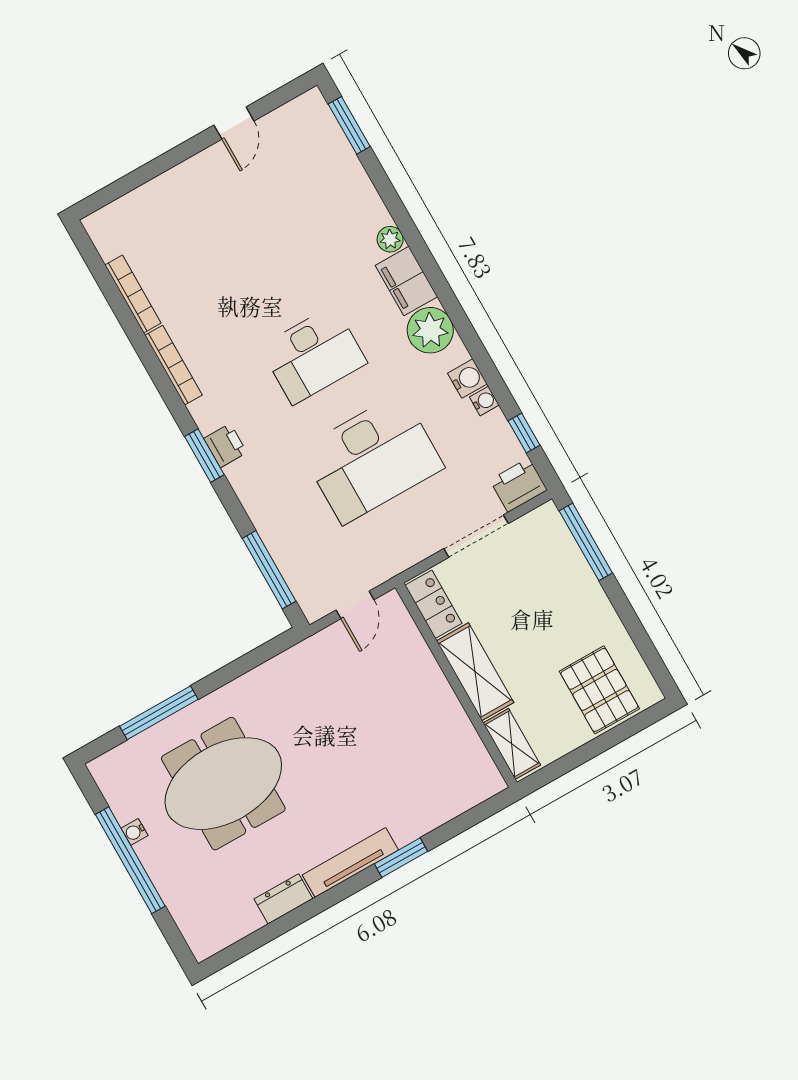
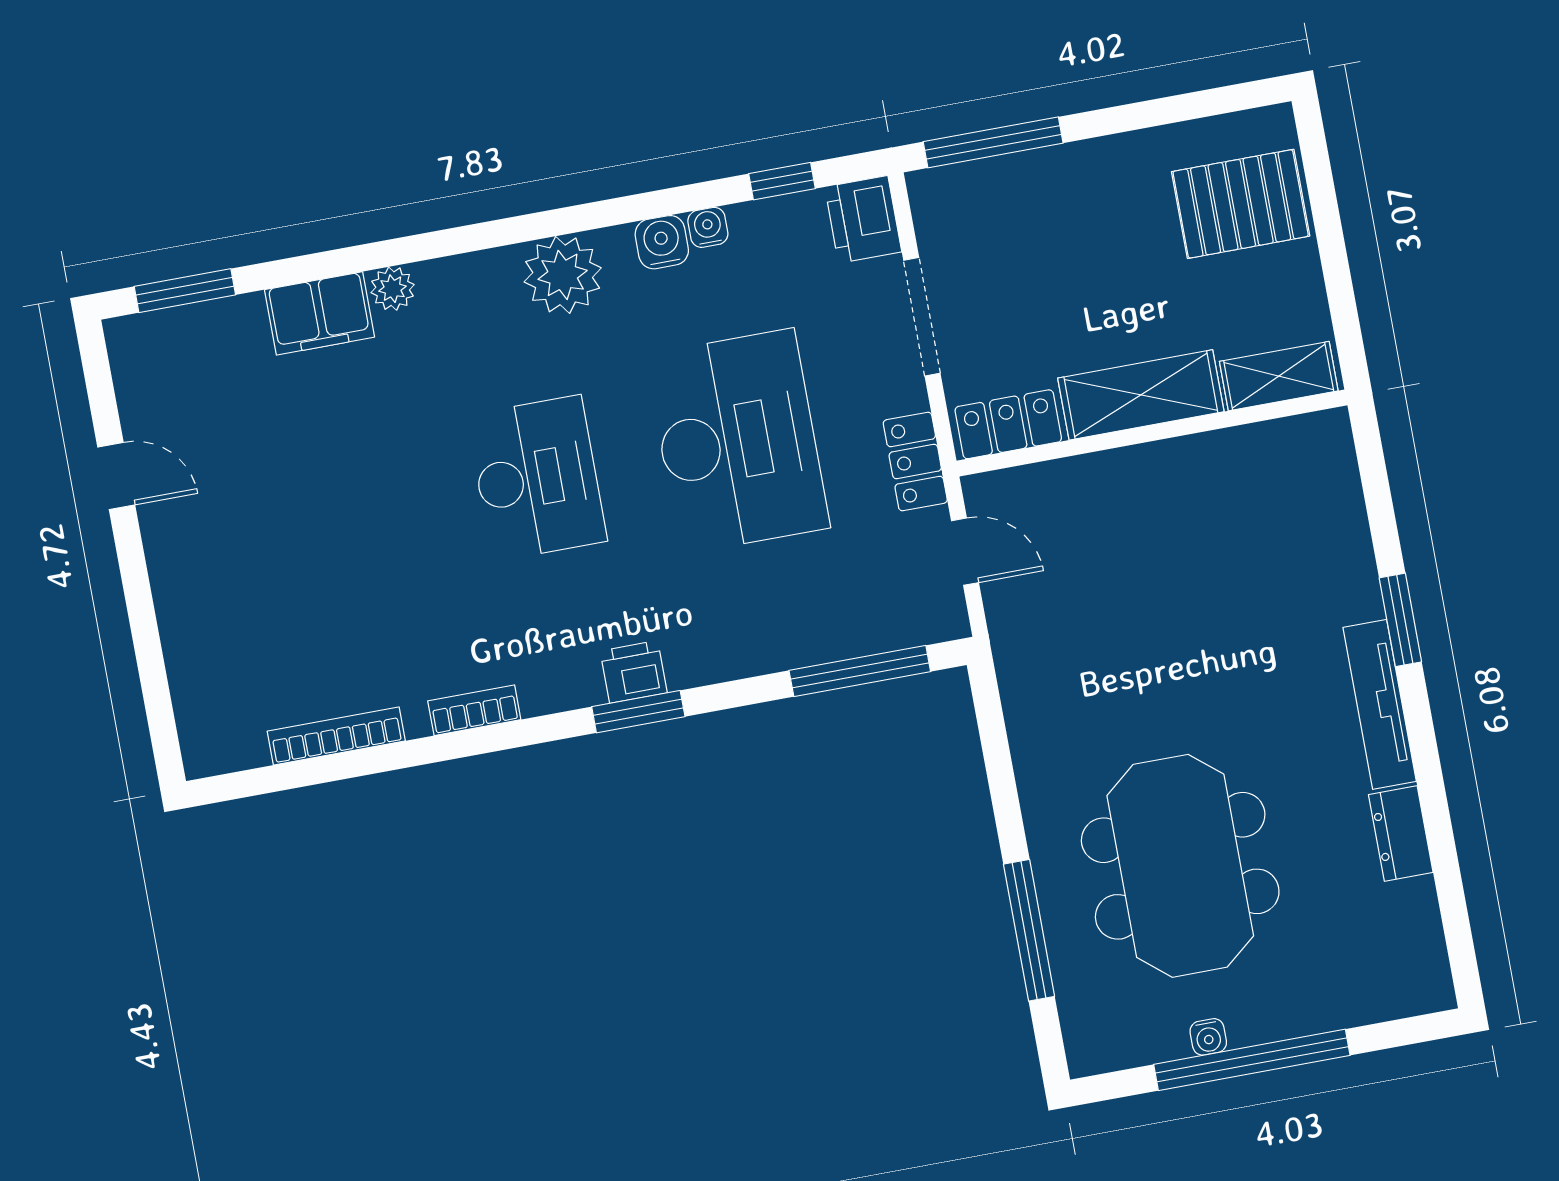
filing cabinet: (406, 281) -> (320, 313), moved
bookcase: (174, 365) -> (474, 710), width x0.64
locker: (395, 560) -> (915, 461), added

